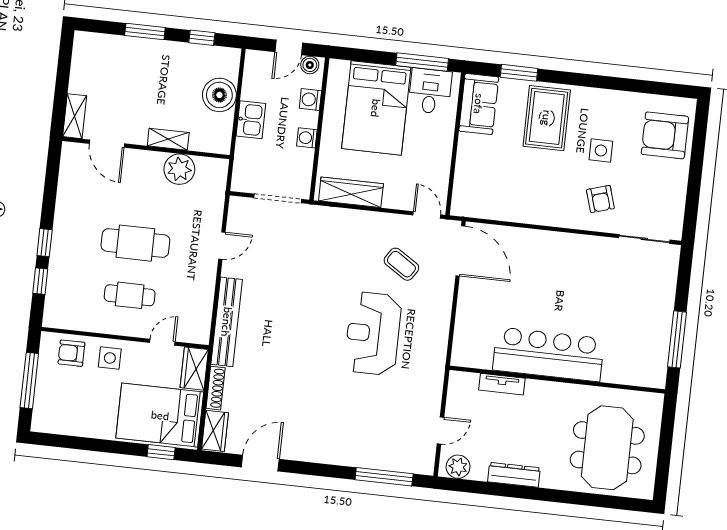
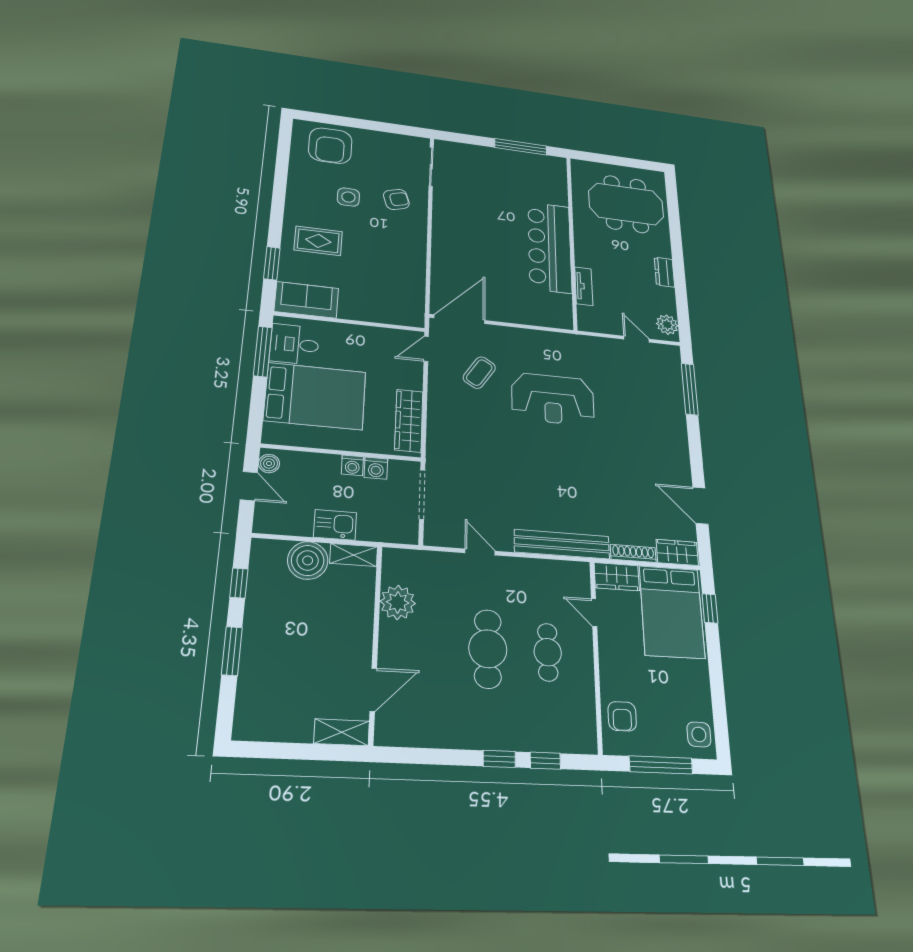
washing machine: (310, 100) -> (376, 468), moved
rug: (547, 118) -> (318, 241), width x0.73, depth x0.70
shelving: (168, 139) -> (354, 555), moved, turned 90
side table: (110, 358) -> (699, 734), moved
dresser: (514, 475) -> (664, 272), width x0.70

